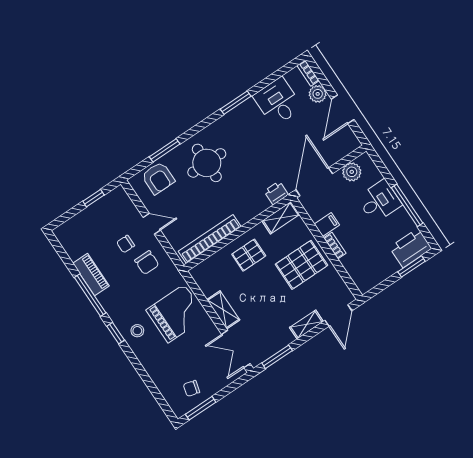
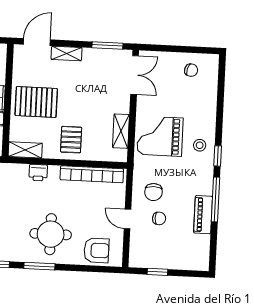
window: (165, 150) -> (39, 266), moved
armchair: (158, 178) -> (96, 250), turned 90
printer: (276, 193) -> (38, 173), moved
pallet: (249, 255) -> (71, 140), turned 90
chair: (147, 263) -> (153, 192), turned 180
shelving: (223, 310) -> (121, 131), moved
window: (201, 408) -> (195, 50), removed

